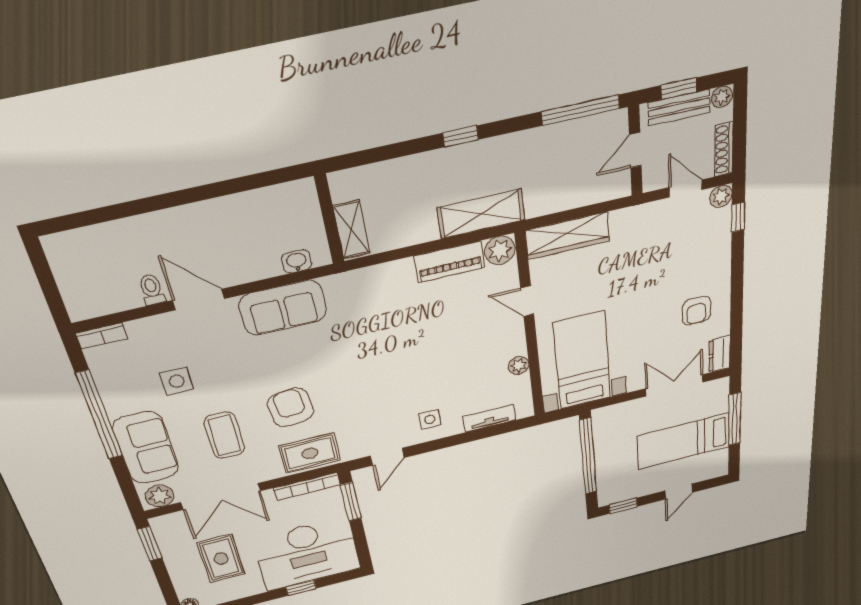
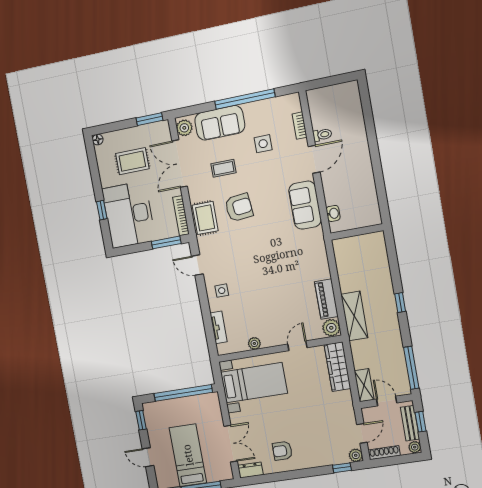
shelving: (351, 230) -> (364, 385), moved, turned 90
bookcase: (102, 336) -> (300, 126), moved
coffee table: (224, 435) -> (224, 168), width x0.73, depth x0.77

